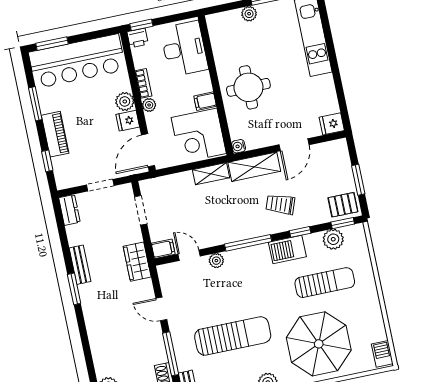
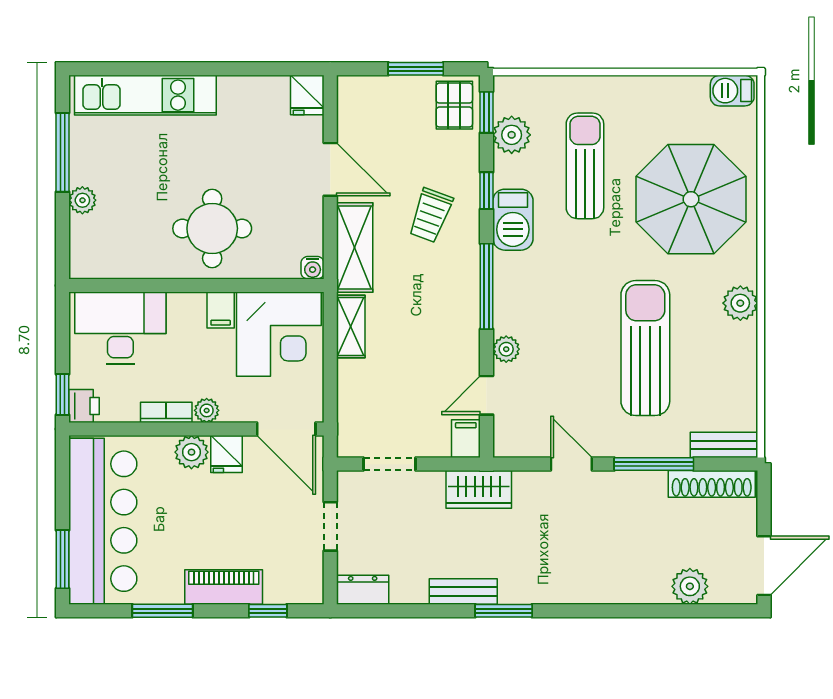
door: (161, 309) -> (571, 464), swing flipped

